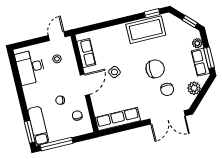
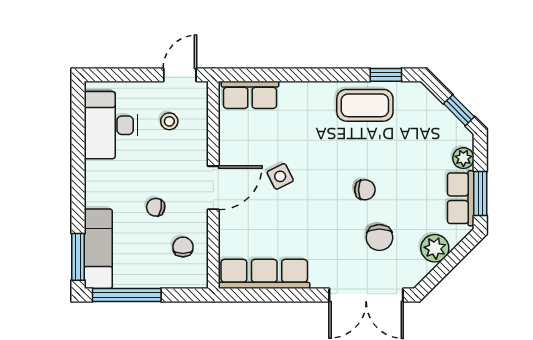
coffee table: (146, 30) -> (365, 105), width x0.73, depth x0.76
row of seats: (86, 53) -> (250, 95), moved, turned 90
chair: (155, 69) -> (365, 190), width x0.54, depth x0.54

